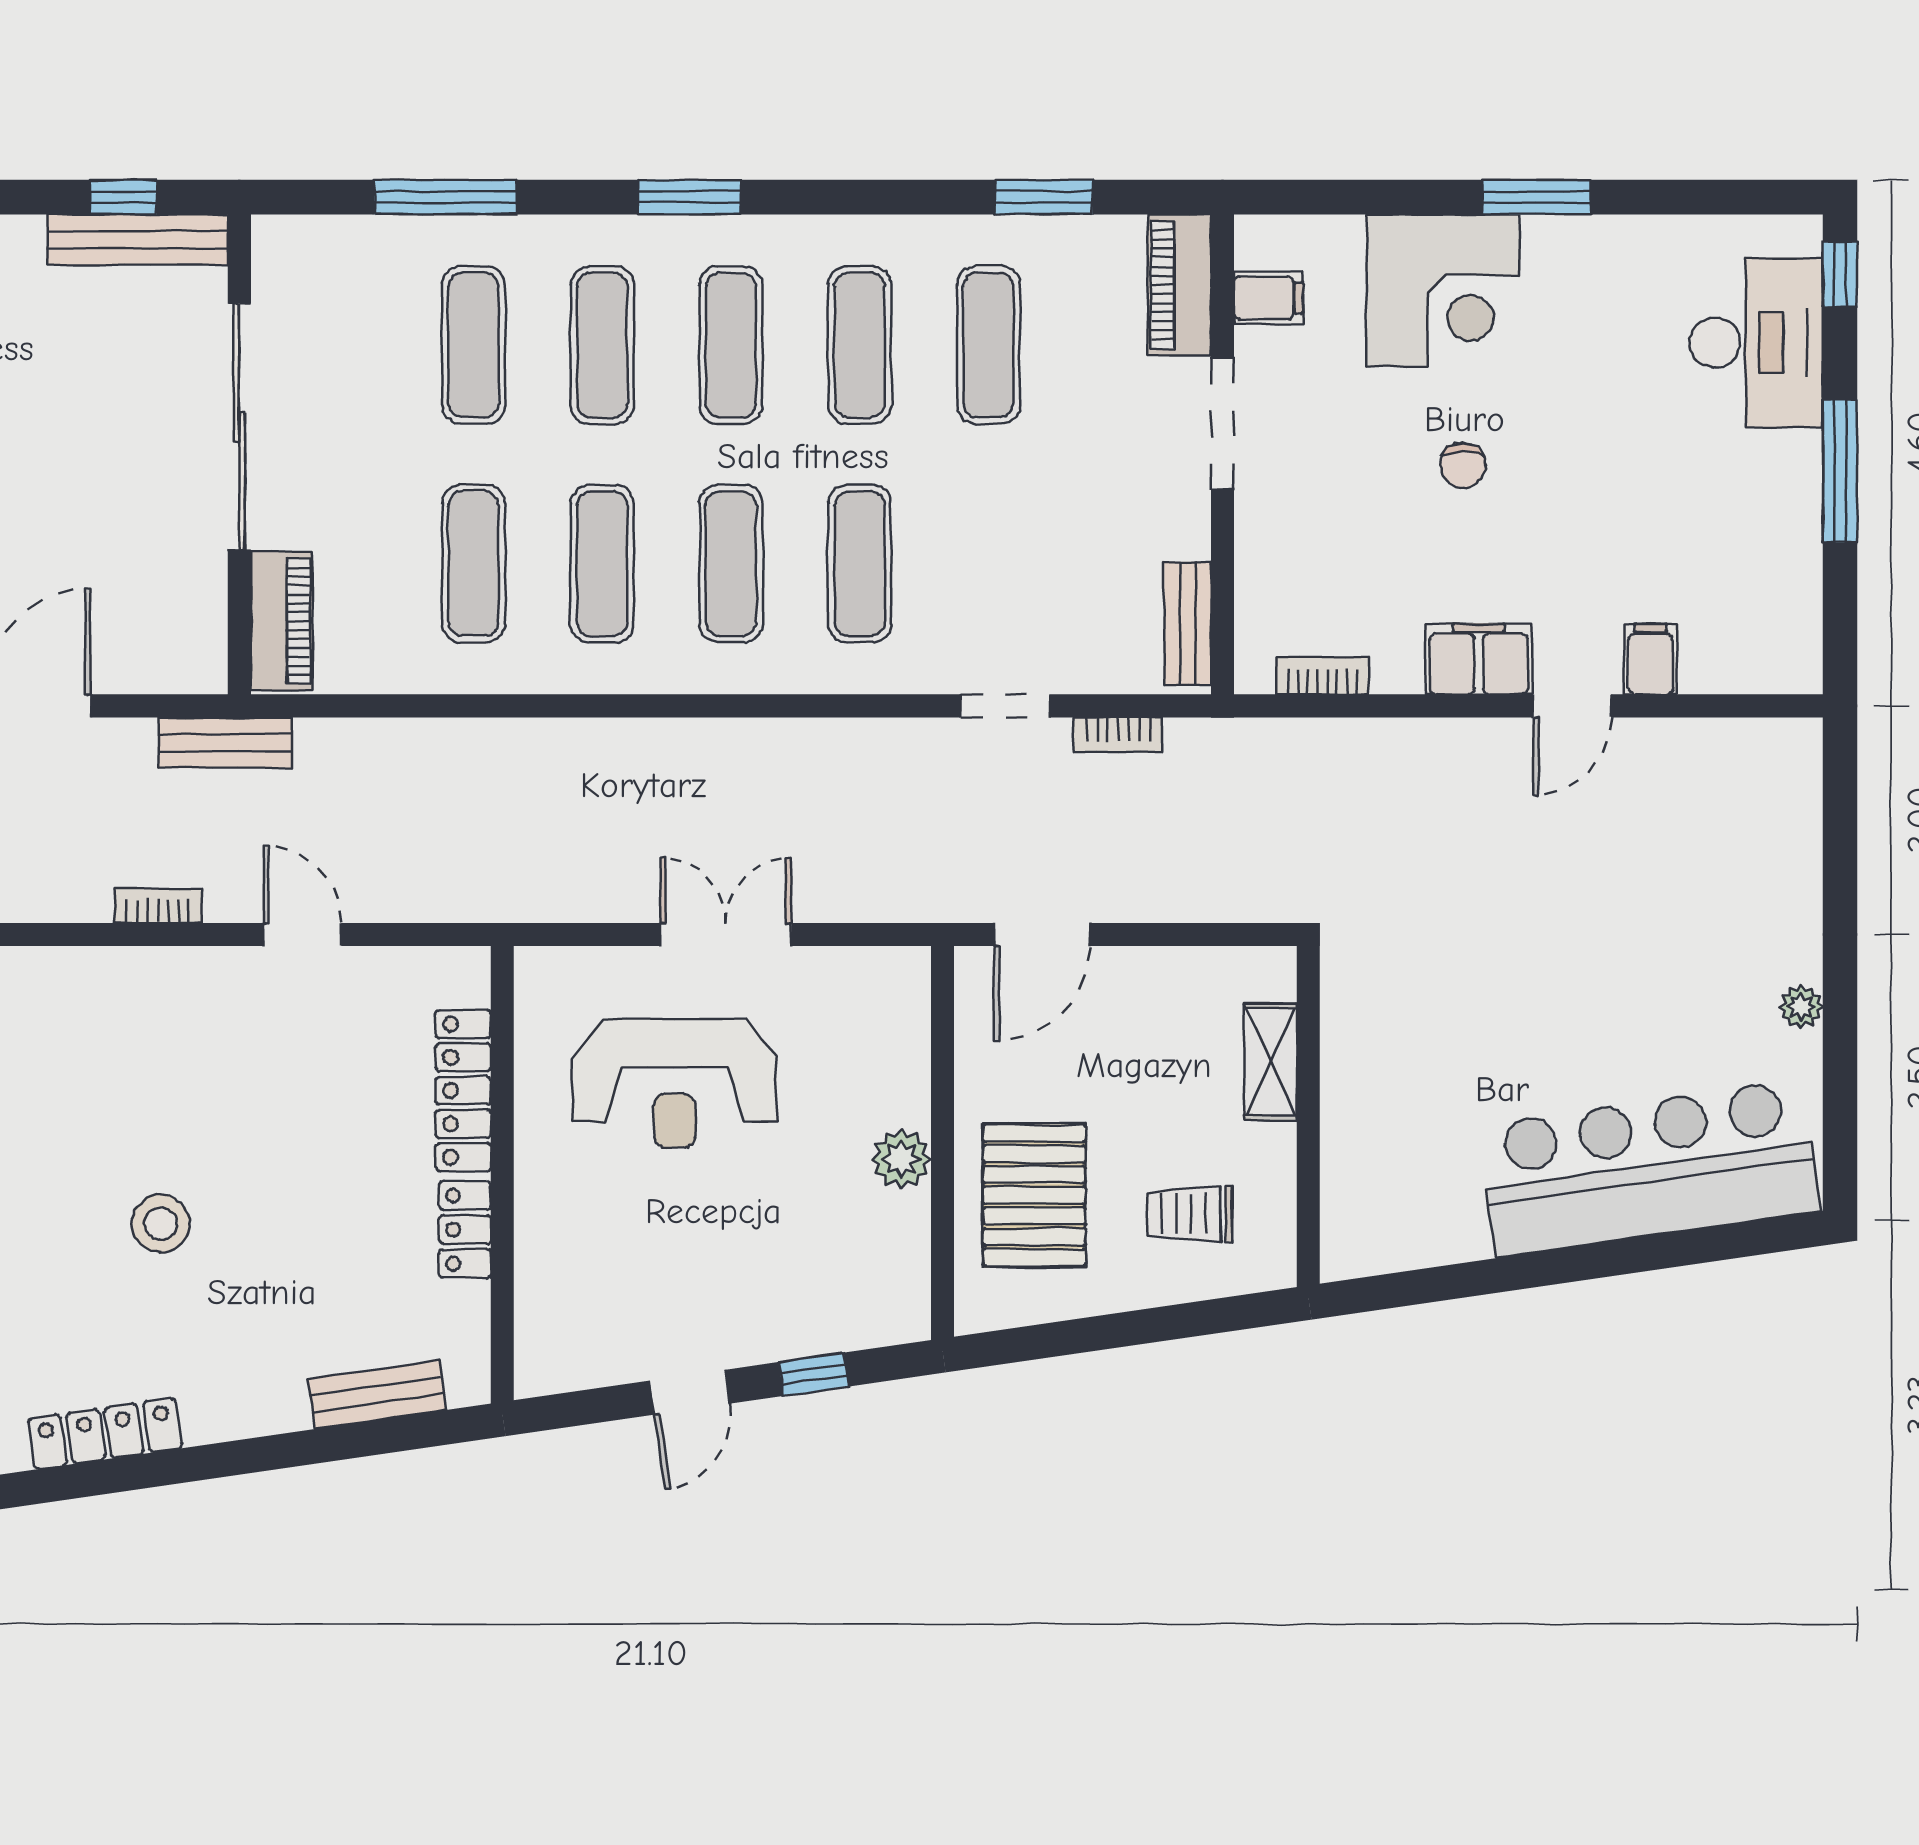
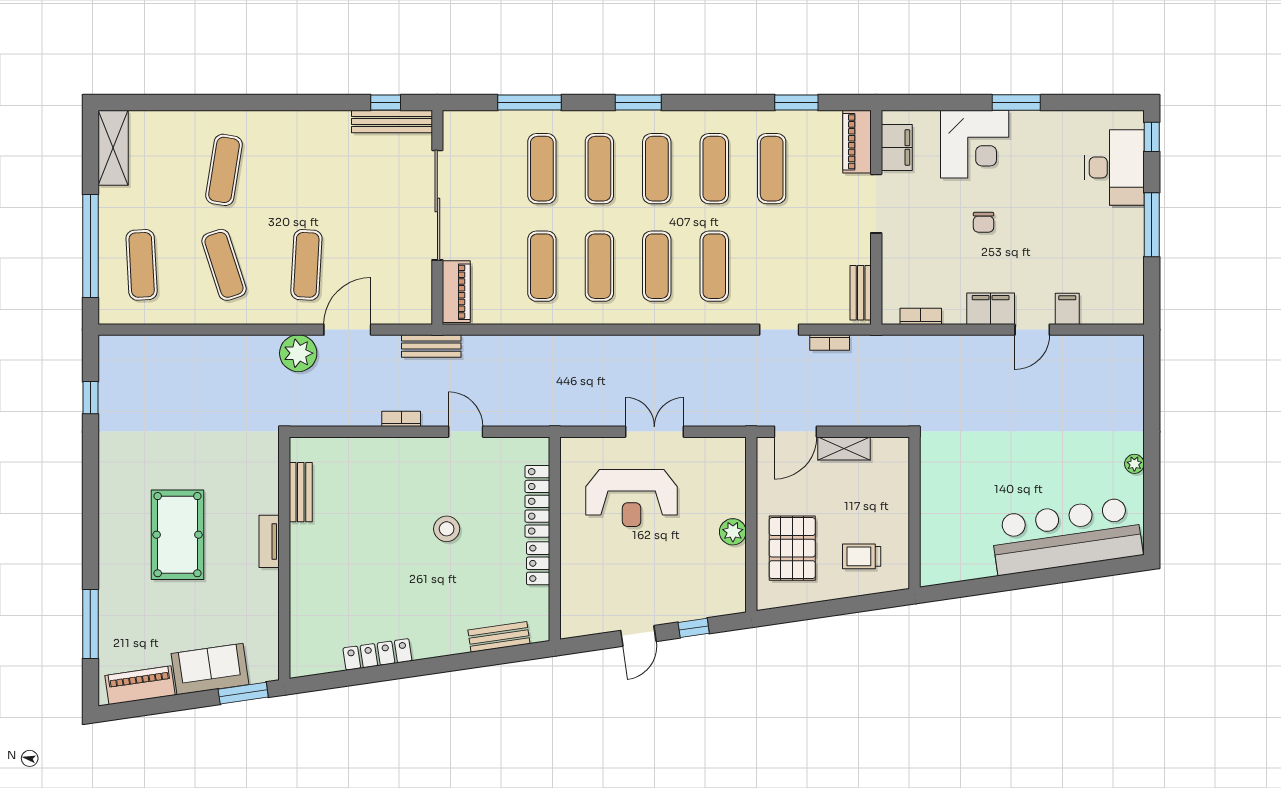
filing cabinet: (1268, 298) -> (897, 148), width x2.00
shelving: (1271, 1062) -> (844, 449), moved, turned 90
stool: (161, 1224) -> (447, 529), moved

